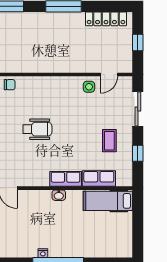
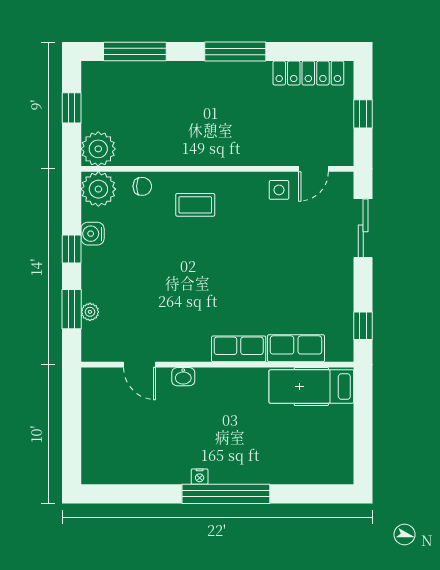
wheelchair: (37, 129) -> (190, 263), removed
coffee table: (109, 141) -> (195, 205), moved, turned 90
window: (138, 153) -> (363, 326), moved
washbasin: (59, 195) -> (183, 377), moved

